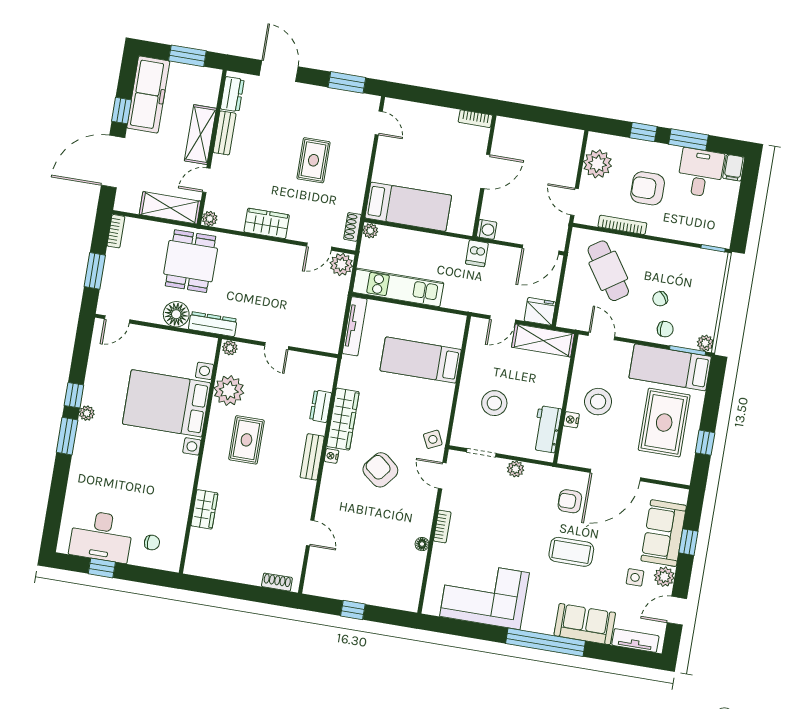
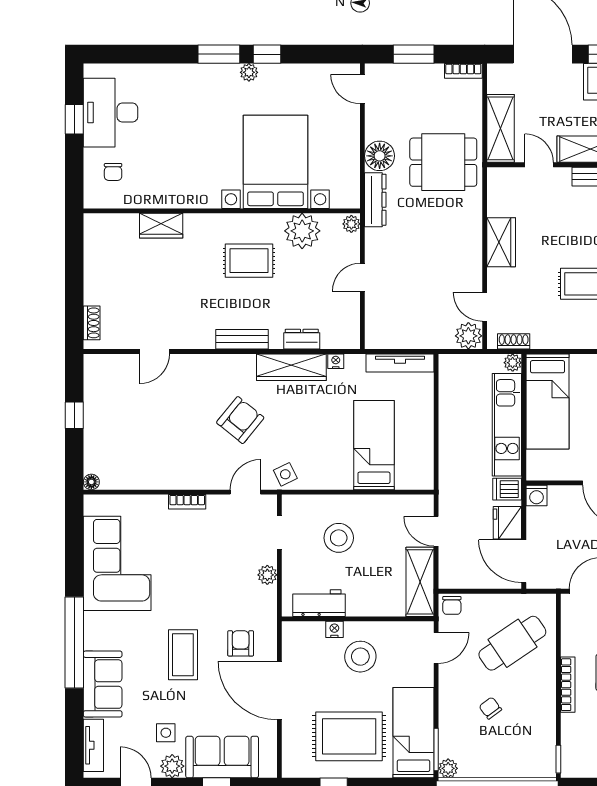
plant: (210, 219) -> (496, 176), removed
bookcase: (622, 225) -> (568, 685), moved
kitchen unit: (398, 287) -> (507, 425), moved, turned 180
fridge: (540, 311) -> (507, 523), moved, turned 180
chair: (665, 329) -> (452, 605), moved
nightstand: (331, 456) -> (336, 361), moved
floor lamp: (422, 544) -> (91, 482), moved

